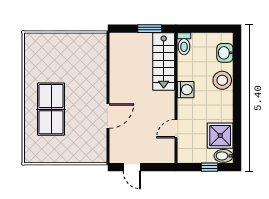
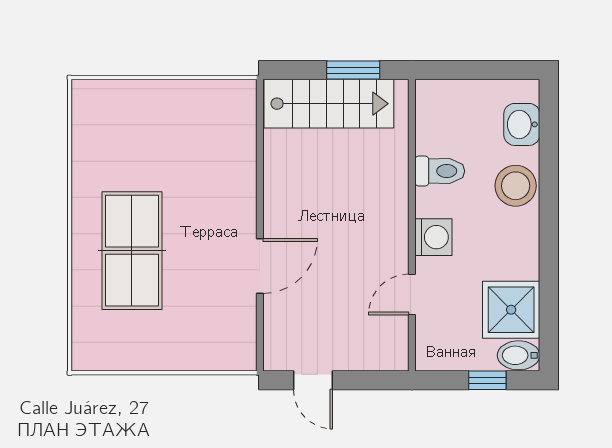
toilet: (184, 44) -> (440, 171), moved, turned -90
stairs: (164, 62) -> (329, 104), moved, turned -90
washing machine: (186, 90) -> (433, 237), moved

